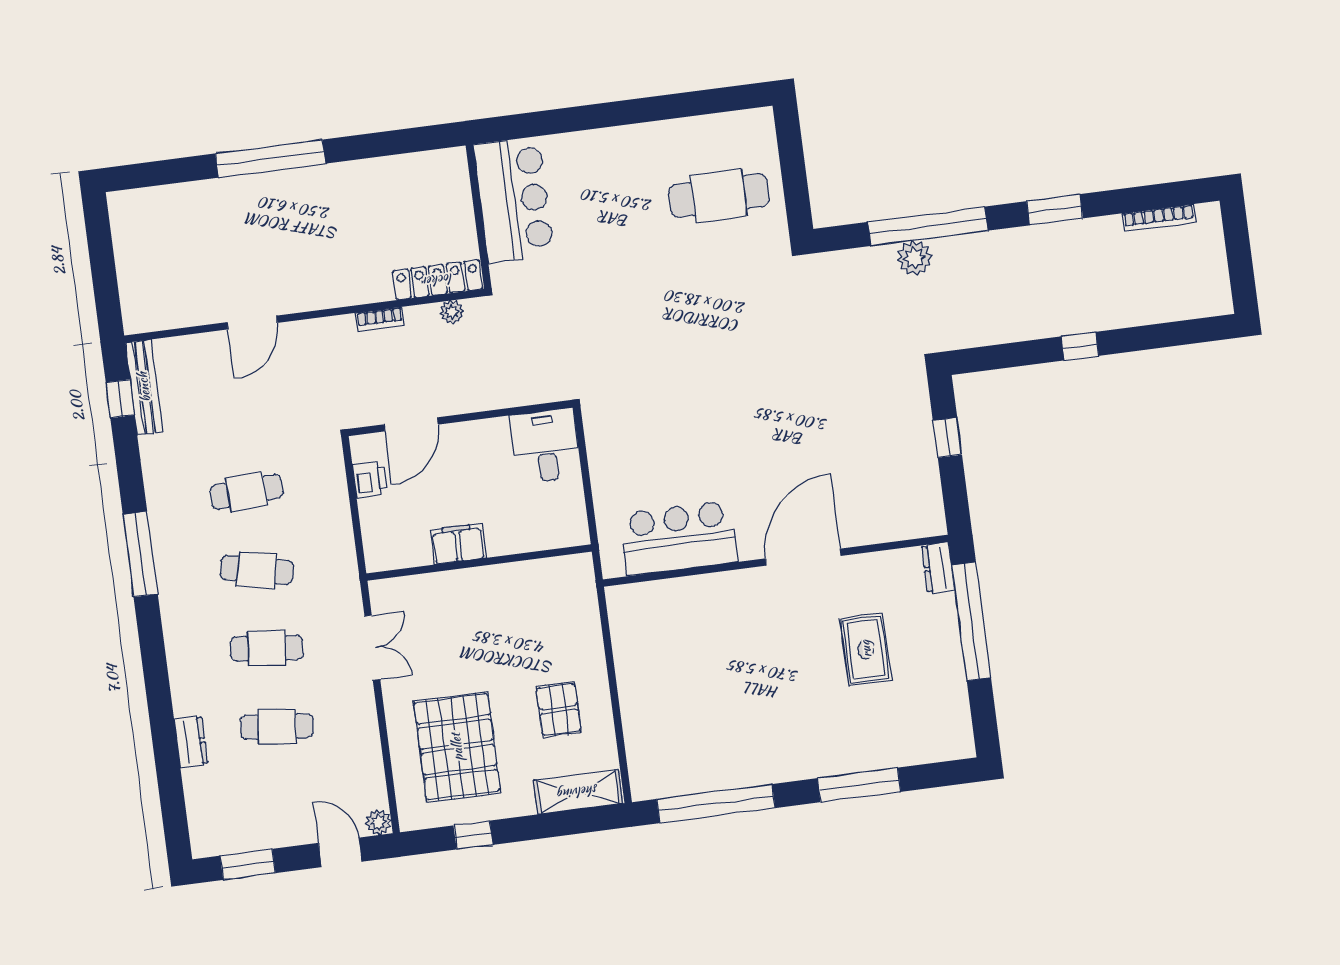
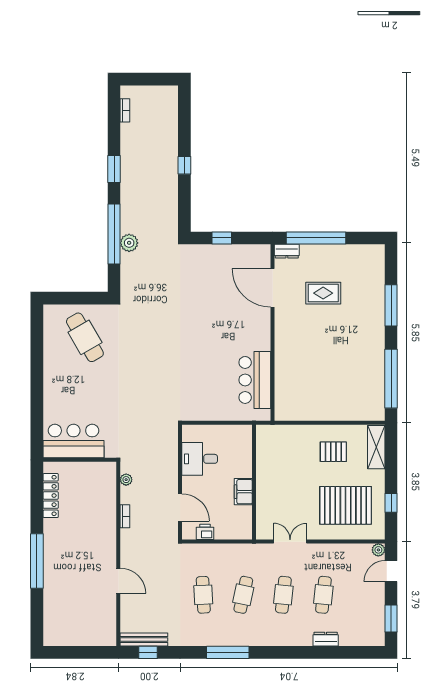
cafe table: (719, 196) -> (85, 337), turned -30
bookcase: (1159, 218) -> (125, 110), width x0.64
locker: (438, 280) -> (51, 496), moved, turned 180
desk: (545, 446) -> (200, 459), moved
door: (803, 557) -> (273, 288), moved

